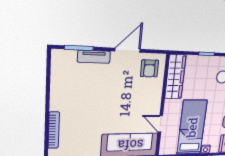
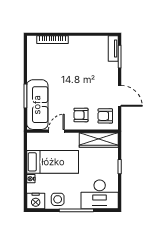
tv unit: (94, 57) -> (113, 49), moved
armchair: (146, 97) -> (81, 115), added

